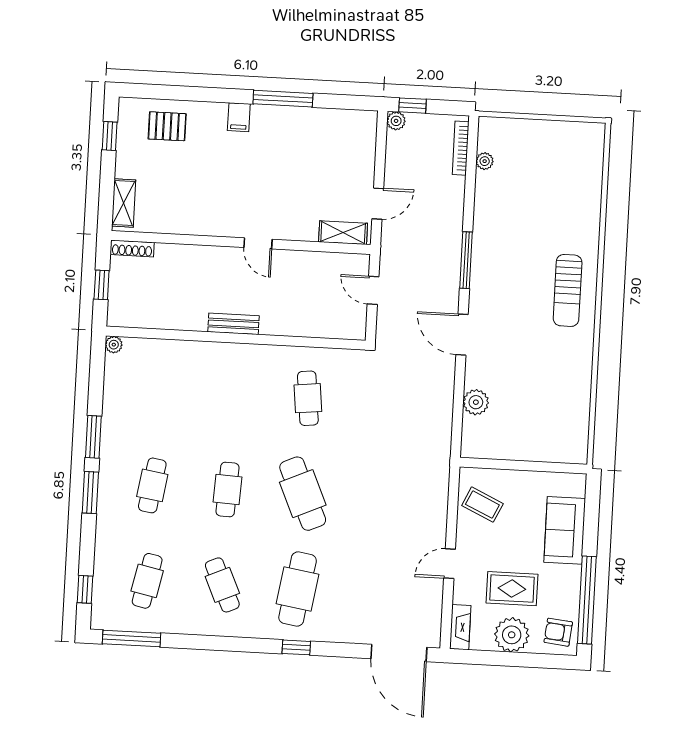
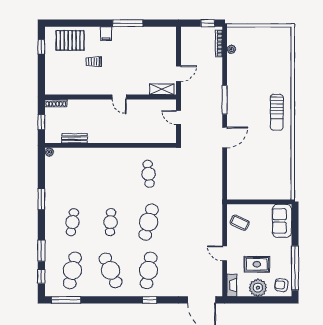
window: (412, 106) -> (208, 23), moved
plant: (396, 121) -> (186, 31), removed
pallet: (167, 126) -> (70, 40), width x1.50, depth x1.42
trolley: (211, 171) -> (94, 62), added
shelving: (124, 203) -> (50, 80), removed
bench: (233, 324) -> (75, 138), moved
door: (462, 335) -> (225, 137), swing flipped
plant: (476, 402) -> (233, 171), removed
window: (90, 493) -> (41, 251), moved
cafe table: (303, 494) -> (149, 222), turned 39
sofa: (565, 530) -> (282, 221), moved
door: (450, 564) -> (225, 253), hinge flipped
cafe table: (147, 581) -> (72, 270), width x1.37, depth x1.35
cafe table: (222, 585) -> (111, 270), width x1.37, depth x1.35

